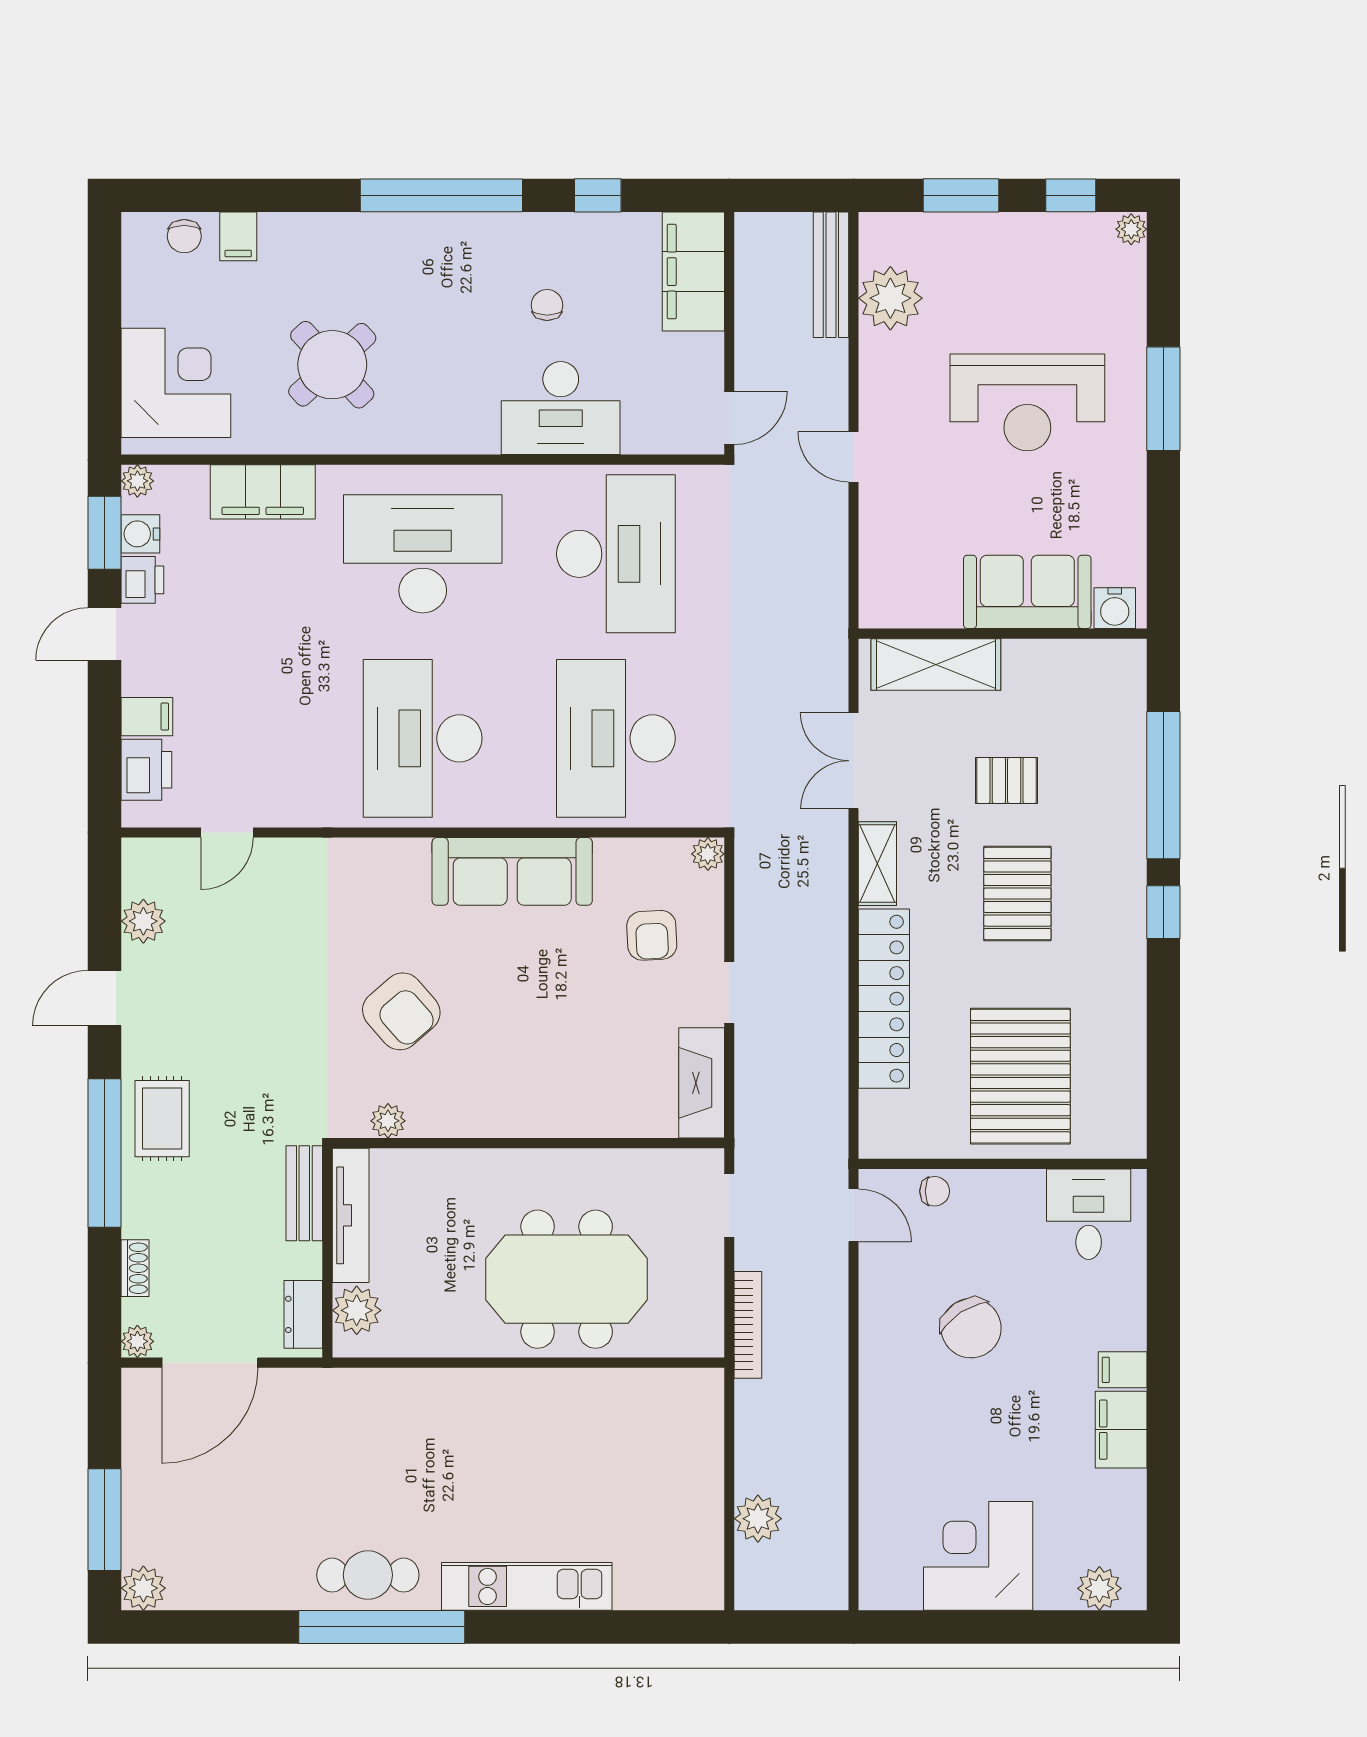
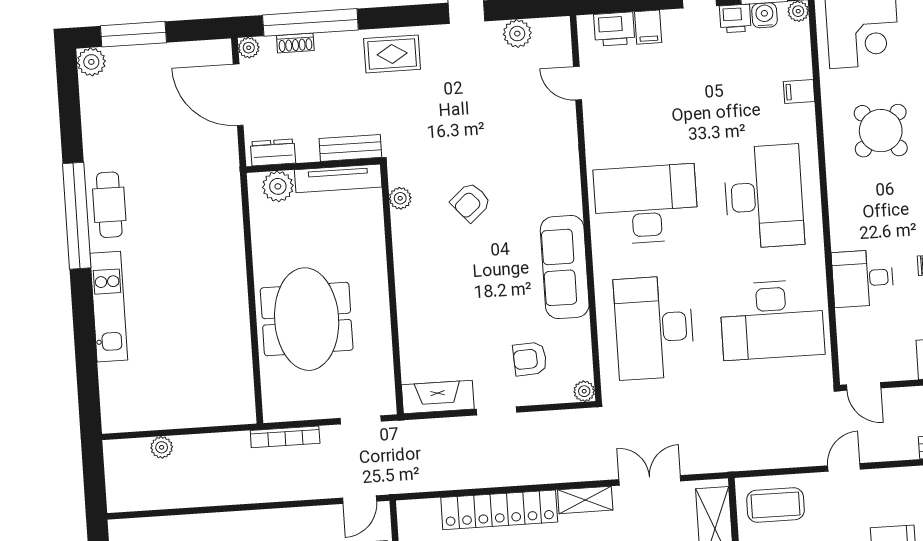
desk: (561, 408) -> (863, 278), width x0.73
filing cabinet: (263, 492) -> (799, 91), width x0.33, depth x0.86
coffee table: (905, 567) -> (776, 505), added
desk: (616, 738) -> (654, 328), turned -90
armchair: (401, 1011) -> (471, 202), width x0.72, depth x0.72
window: (105, 1153) -> (310, 22), moved
plant: (758, 1519) -> (162, 447), width x0.73, depth x0.73

